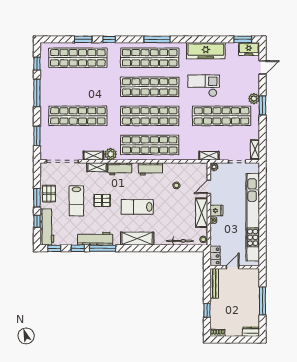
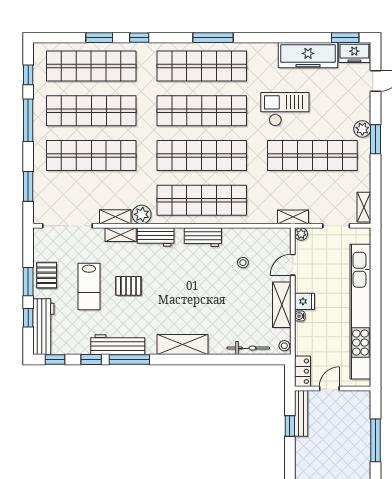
freezer: (206, 51) -> (308, 55), moved
shop shelf: (78, 87) -> (91, 111), added
lab bench: (137, 207) -> (183, 296), removed
window: (207, 310) -> (290, 426), moved

